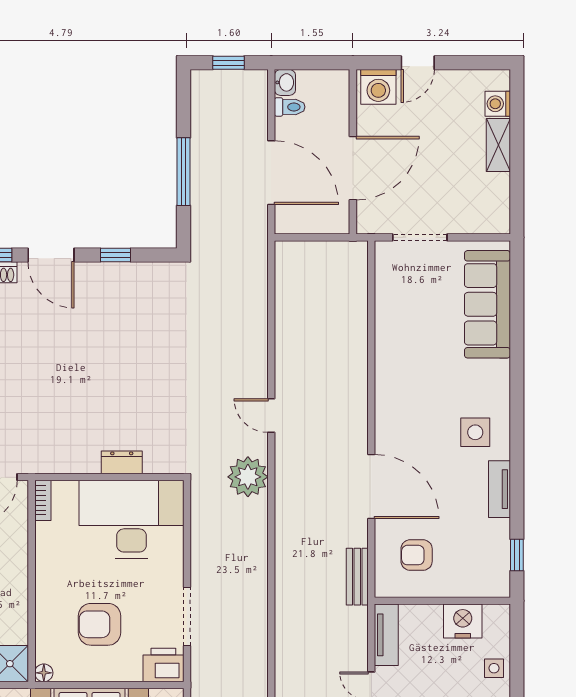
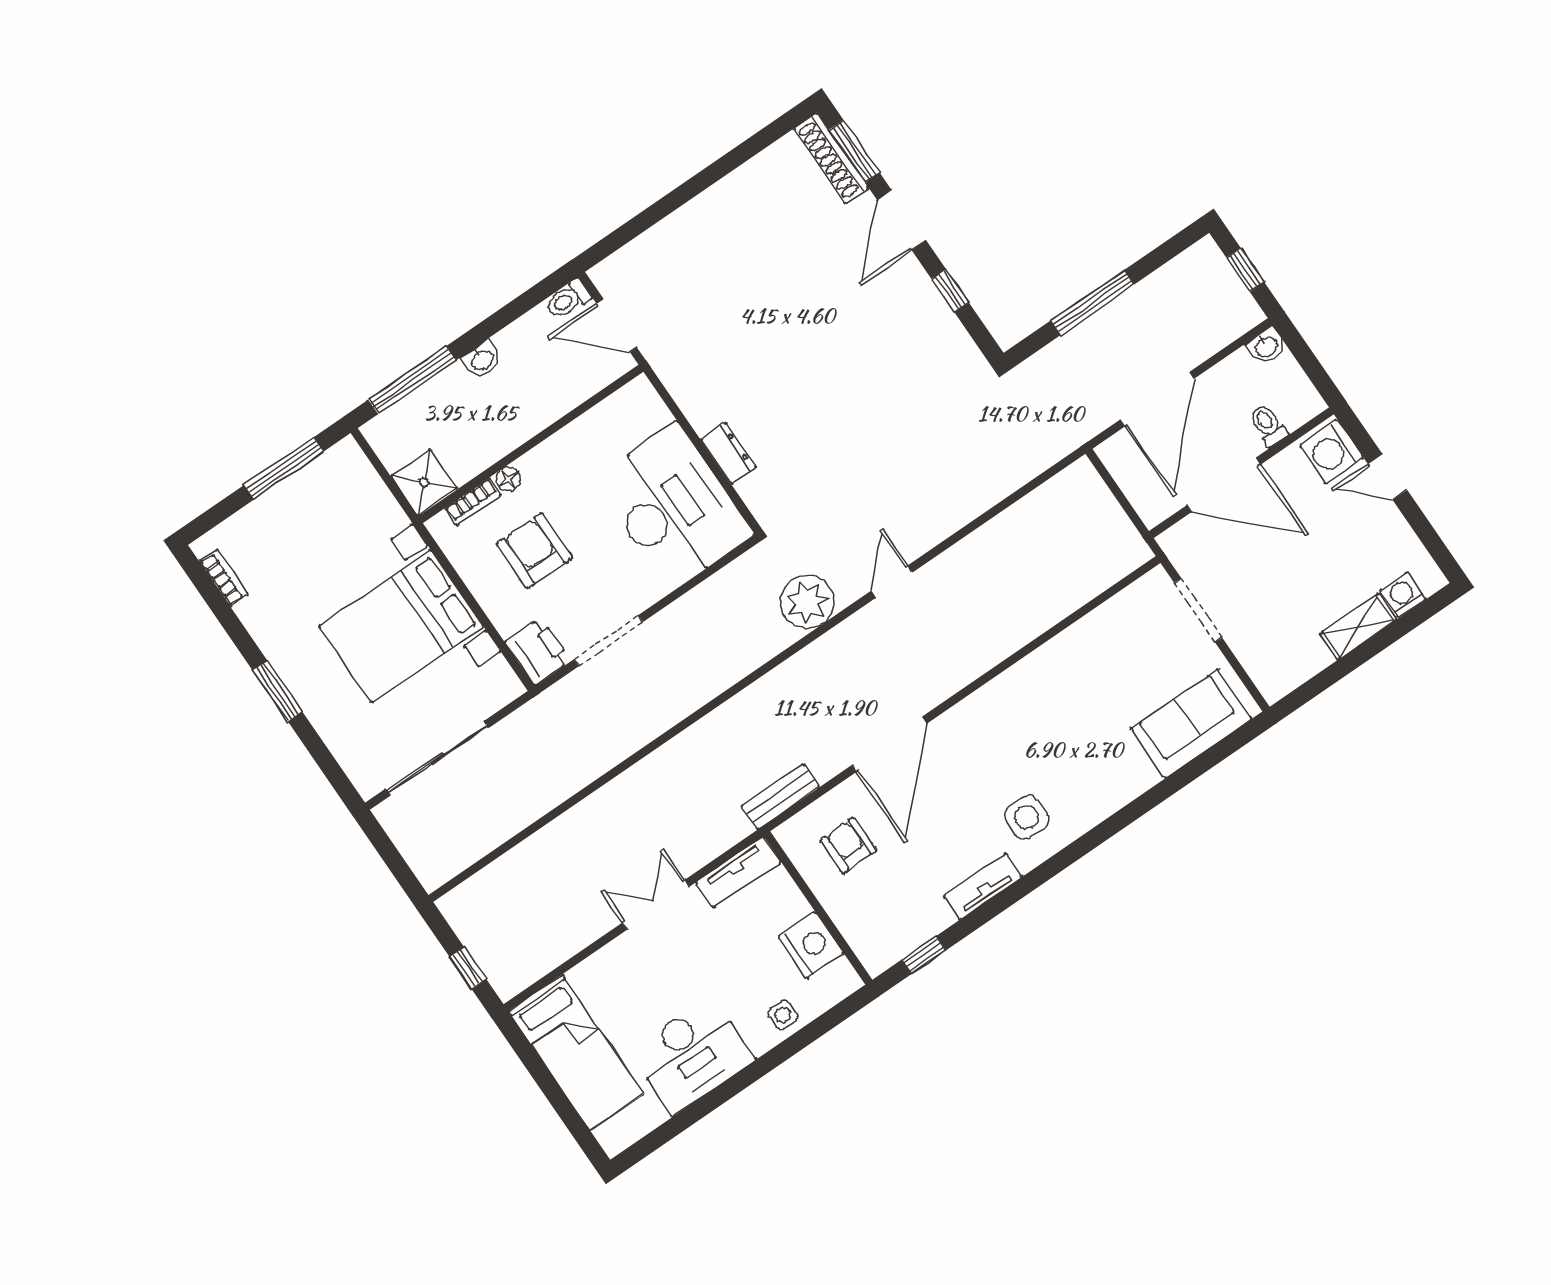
toilet: (290, 107) -> (1268, 425), moved, turned 180
sofa: (487, 304) -> (1191, 724), width x0.73
bookcase: (43, 500) -> (473, 502), moved
floor lamp: (44, 673) -> (508, 479), moved

